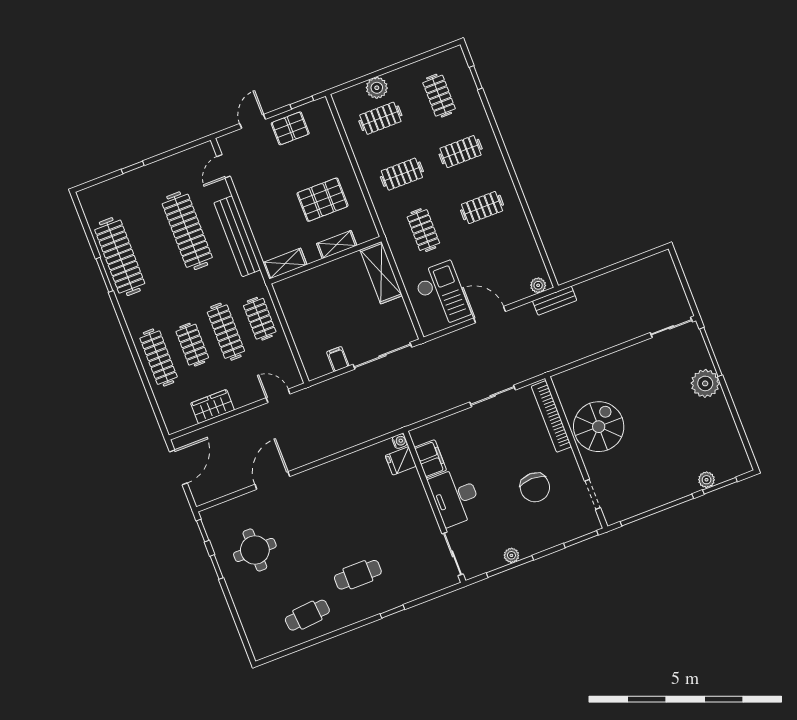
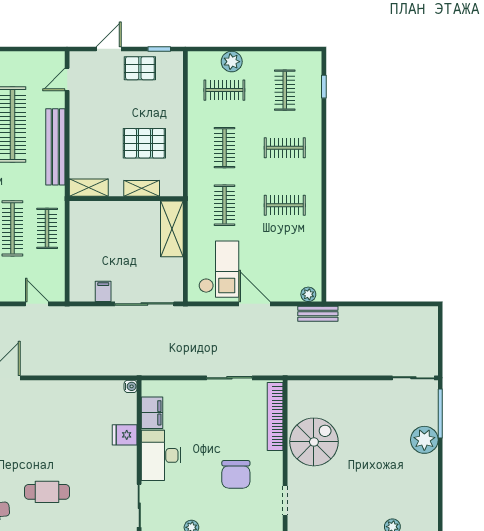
clothes rail: (402, 174) -> (224, 148), turned 90
fridge: (401, 461) -> (125, 435), moved

